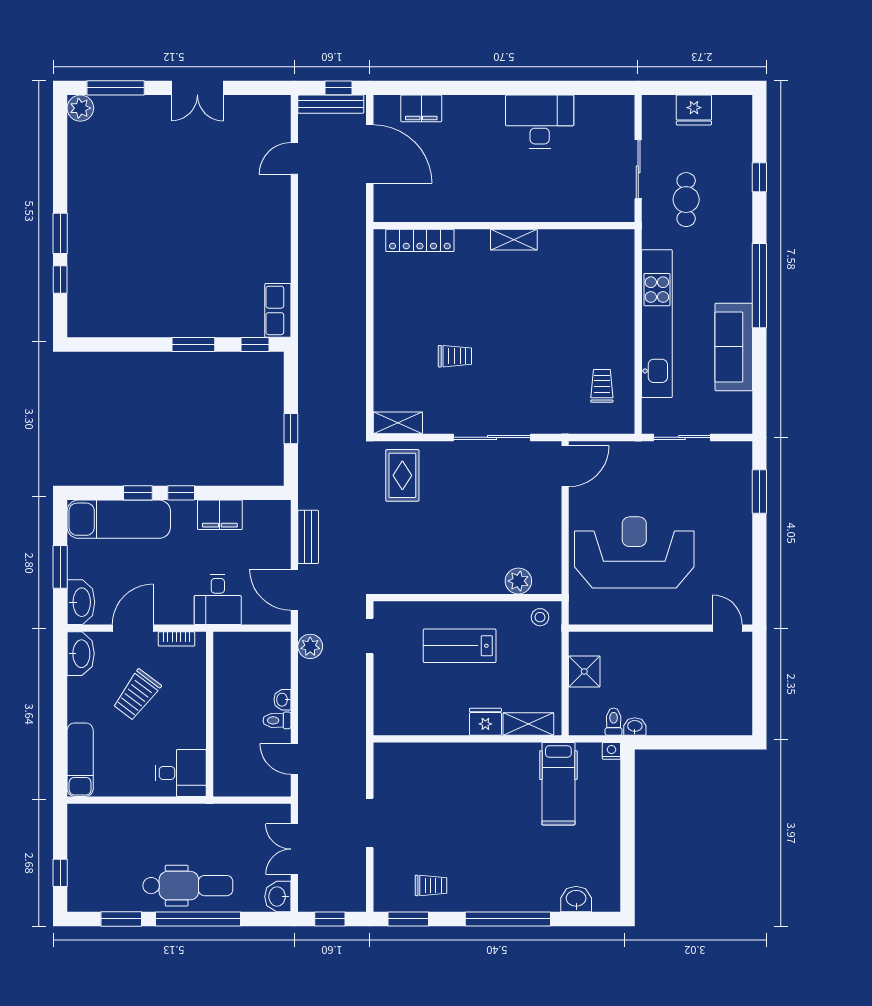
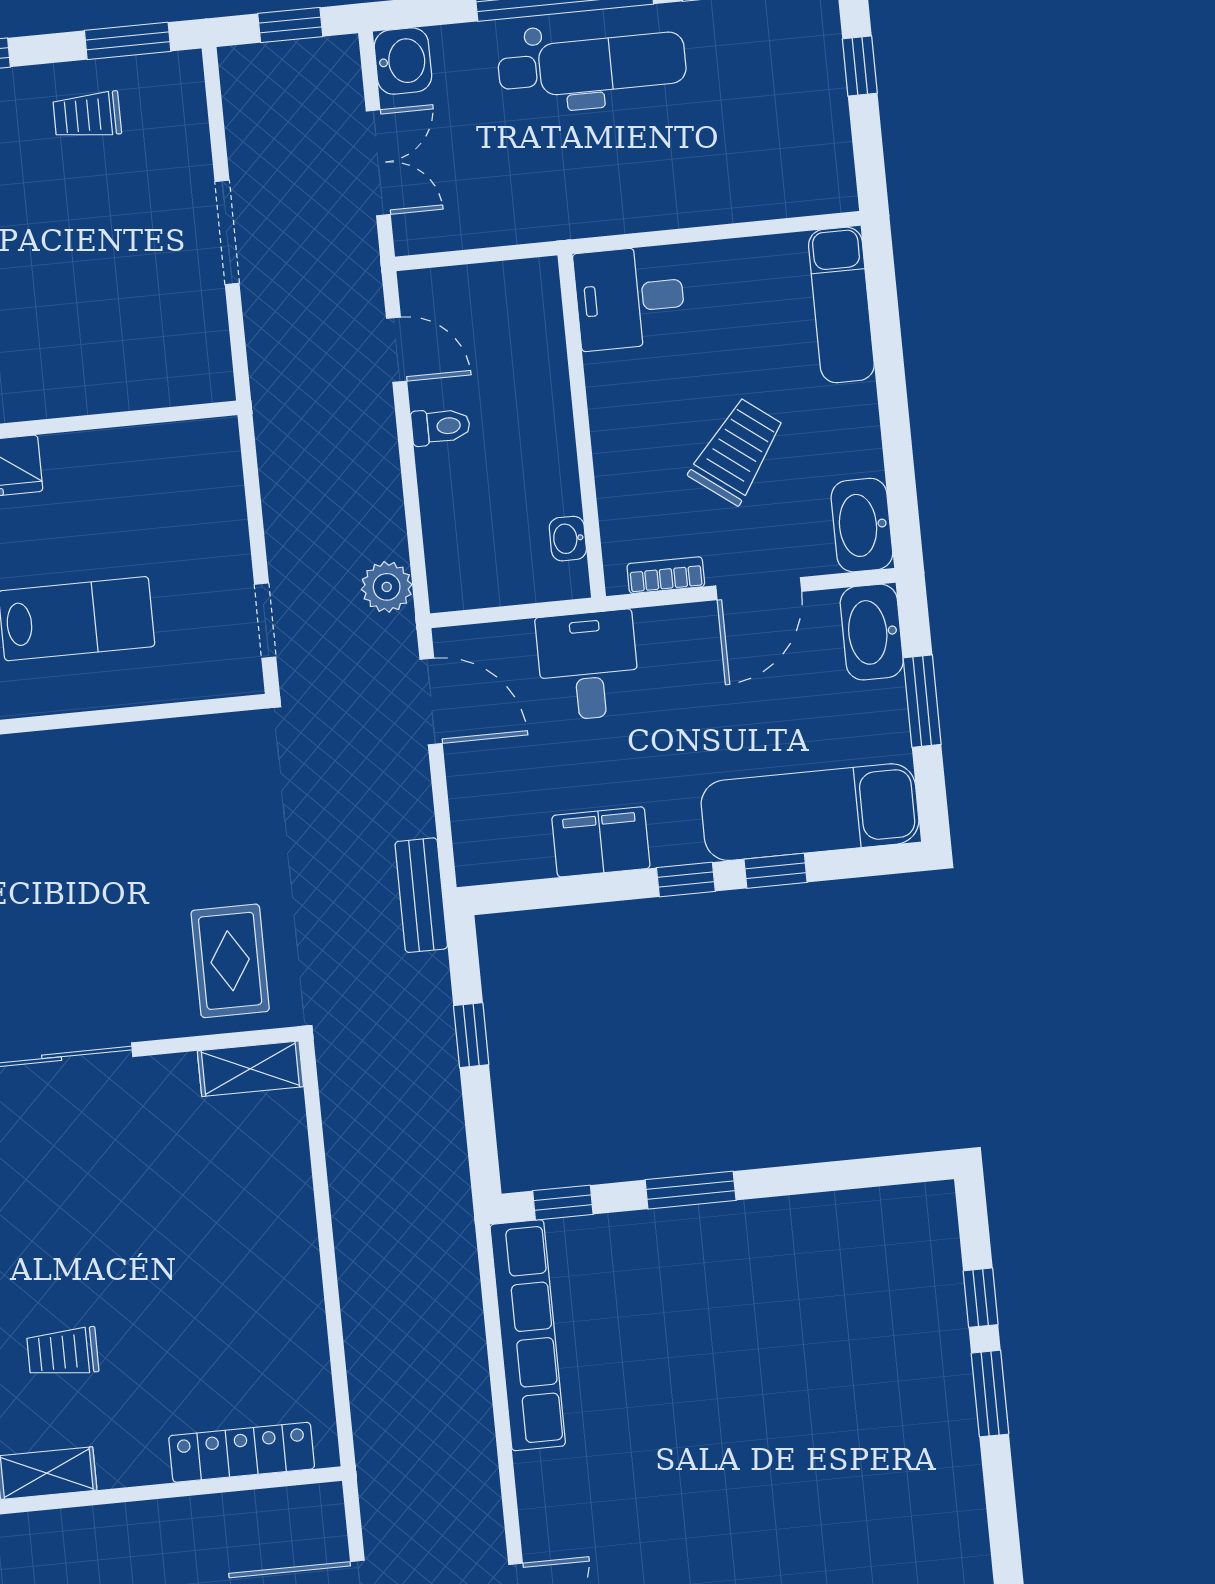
row of seats: (278, 310) -> (528, 1335), width x2.02
trolley: (455, 356) -> (63, 1352), moved
bench: (308, 537) -> (421, 895), moved
washbasin: (282, 700) -> (568, 539), moved, turned 180
dental chair: (188, 886) -> (592, 65), turned 180

